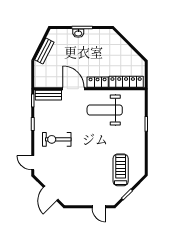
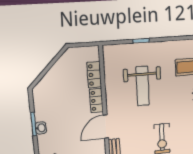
locker: (126, 82) -> (94, 75), width x0.66
weight bench: (105, 110) -> (143, 86), moved

